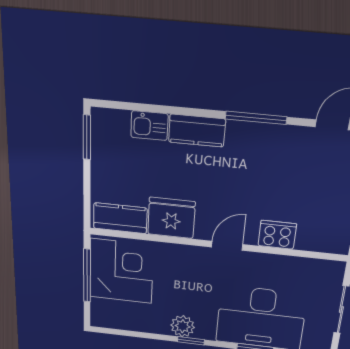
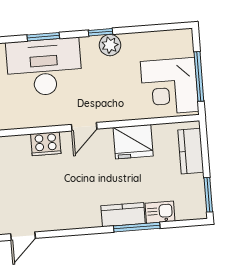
window: (256, 118) -> (137, 227), moved
kitchen counter: (120, 218) -> (191, 151), moved, turned 90

